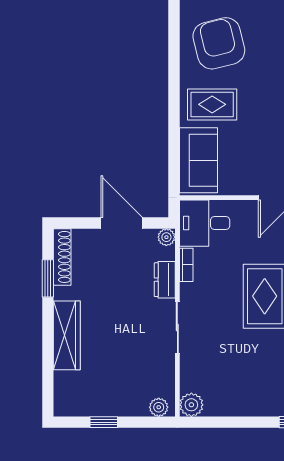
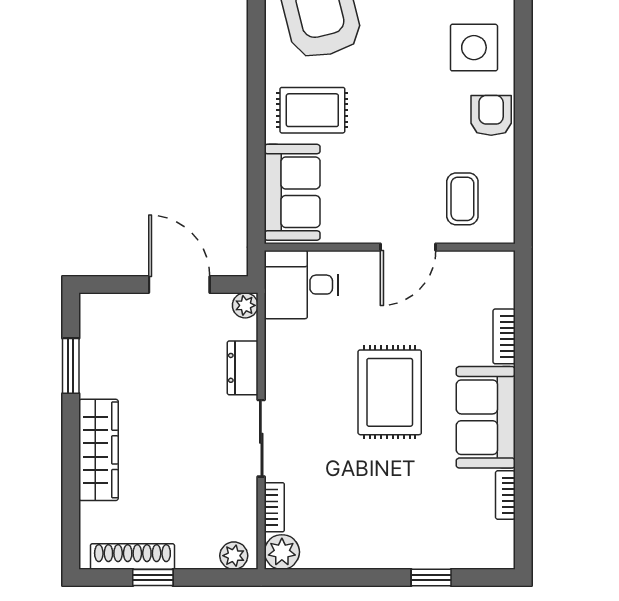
shoe rack: (62, 257) -> (132, 557), moved, turned -90
bookcase: (186, 265) -> (274, 507), moved

